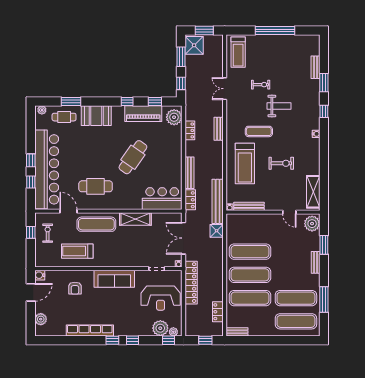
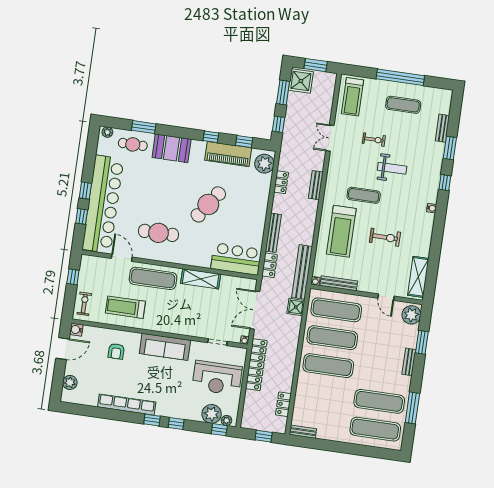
exercise mat: (281, 53) -> (403, 105), added
exercise bike: (48, 233) -> (84, 304), moved
exercise mat: (250, 298) -> (336, 310), moved

